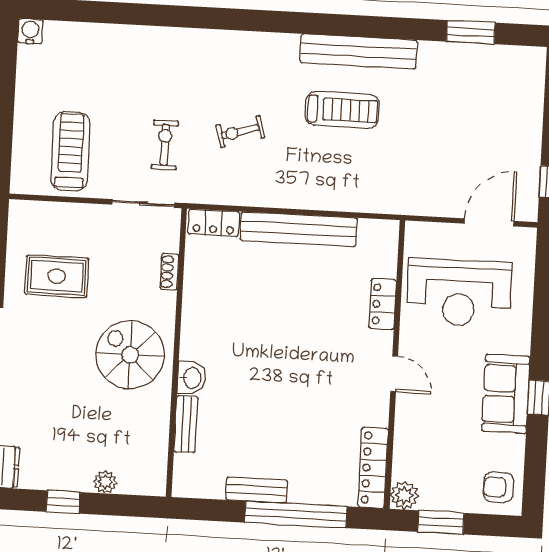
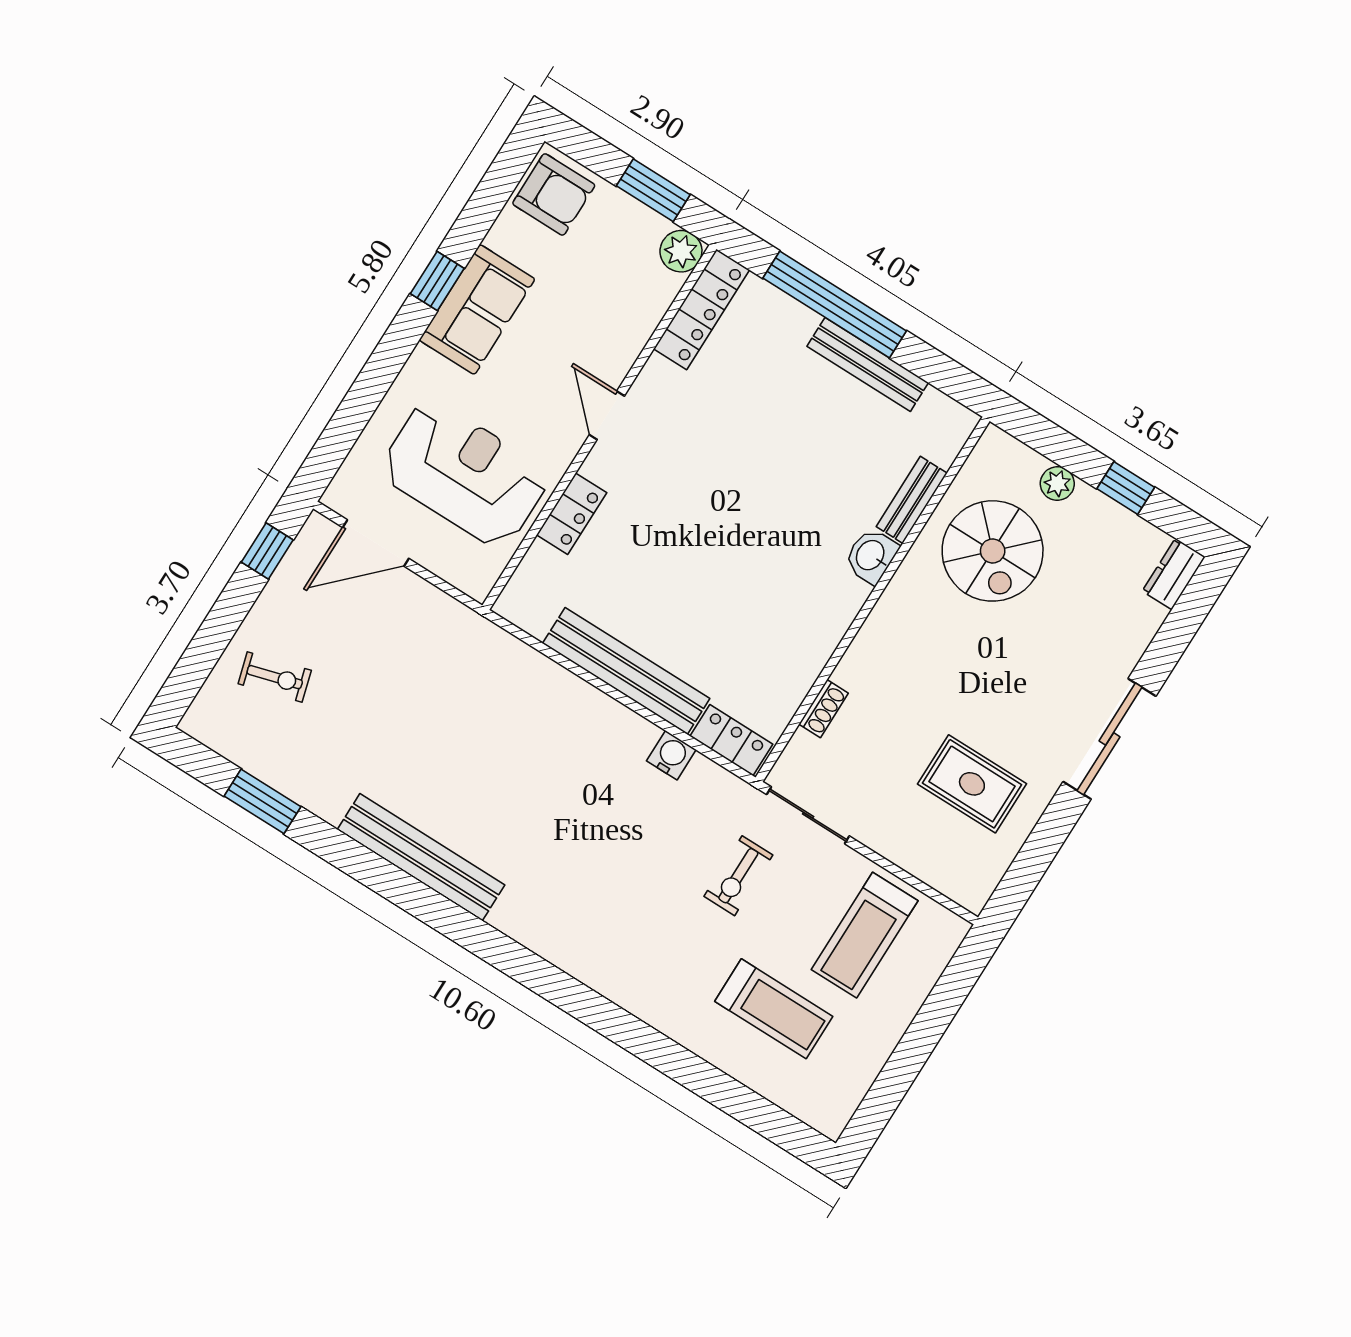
water cooler: (30, 31) -> (671, 755), moved, turned 180
treadmill: (342, 110) -> (774, 1009), moved, turned 180
exercise bike: (240, 132) -> (275, 677), moved
spiral stairs: (130, 355) -> (993, 551), moved
armchair: (498, 487) -> (554, 194), width x1.38, depth x1.38
bench: (257, 490) -> (868, 364), width x1.36

